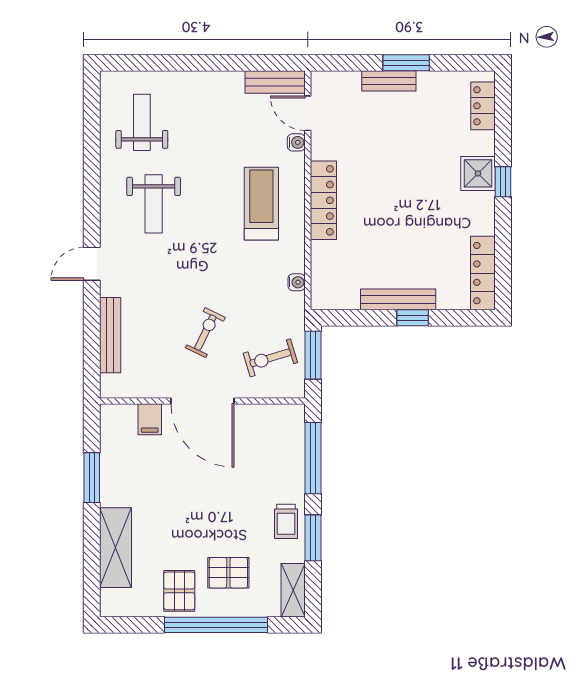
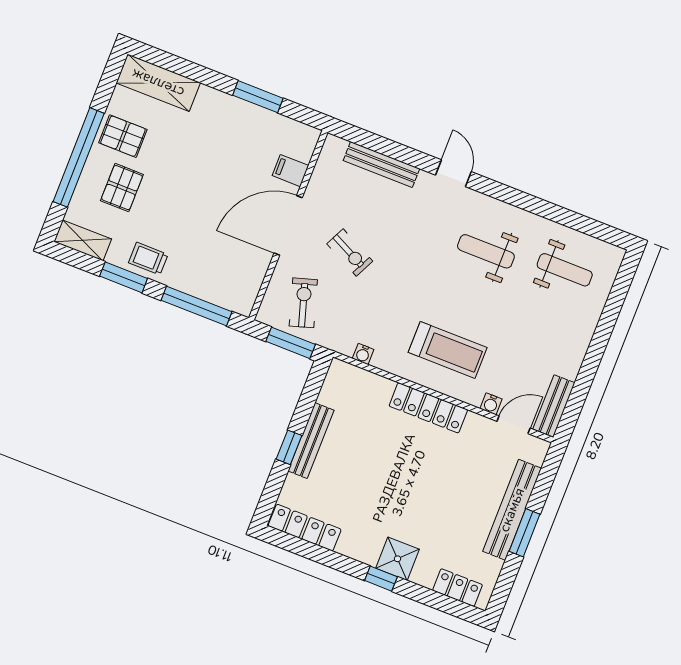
bench: (389, 81) -> (512, 510), width x1.86, depth x1.21
shelving: (116, 548) -> (158, 83), moved

